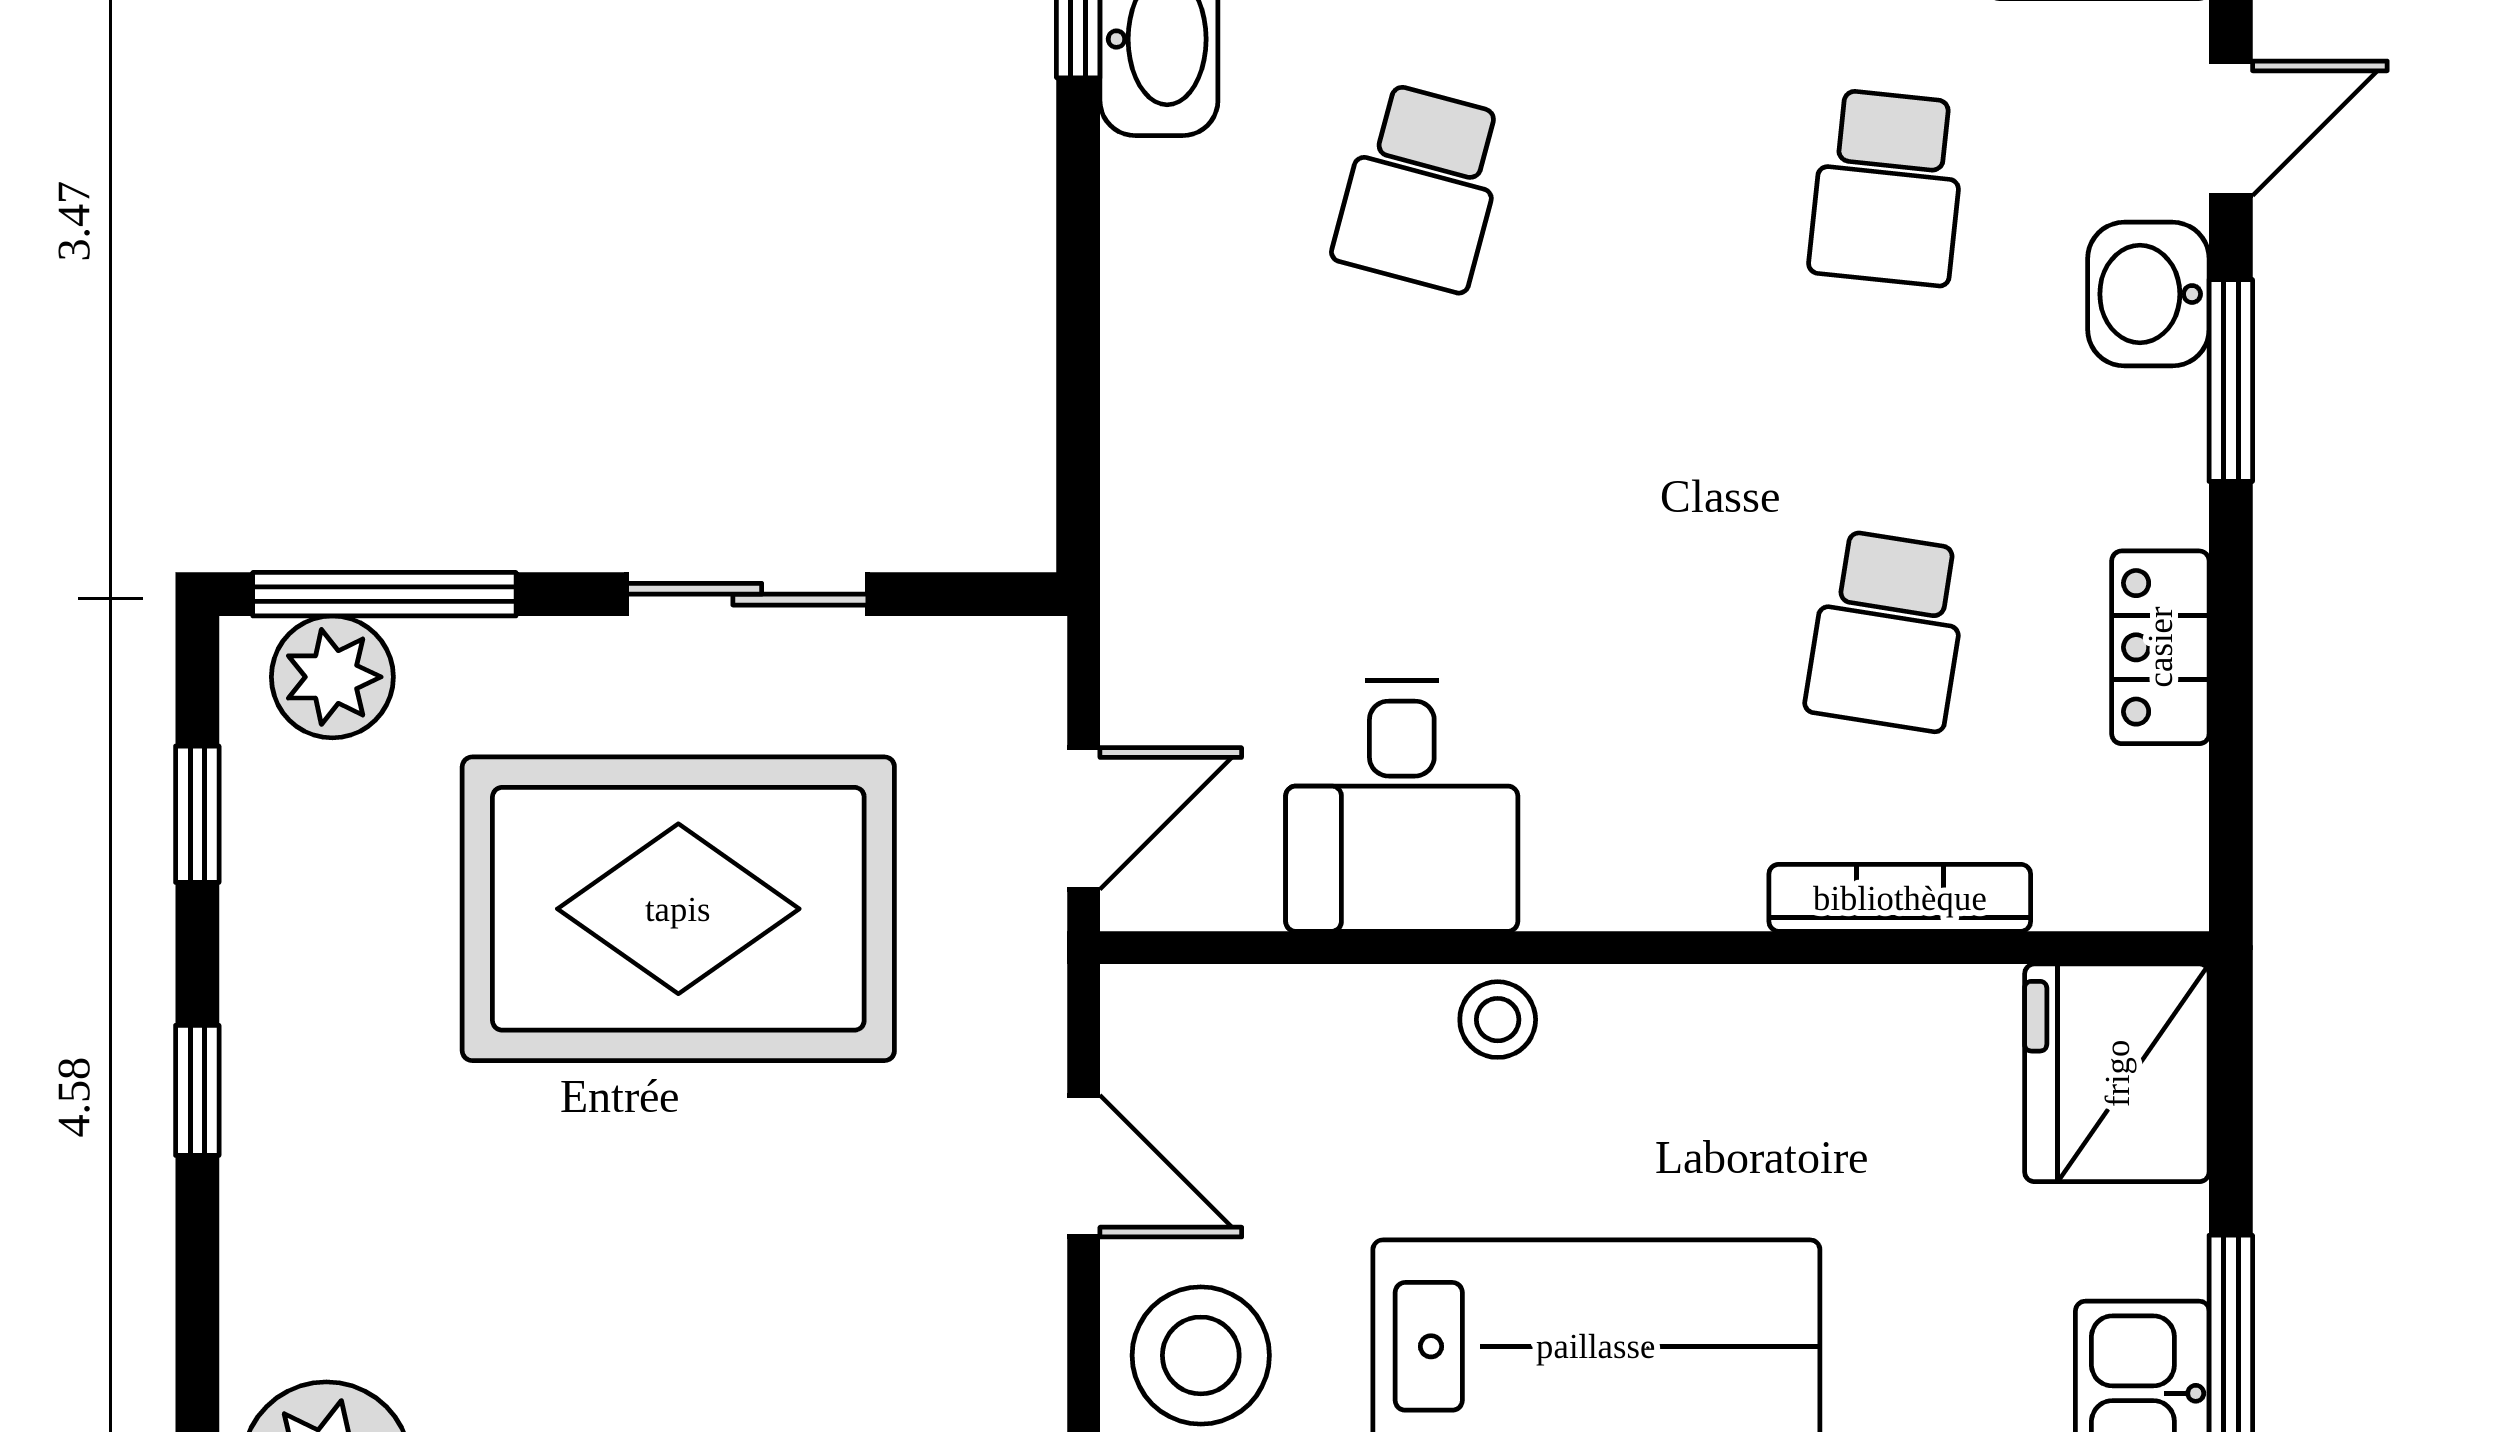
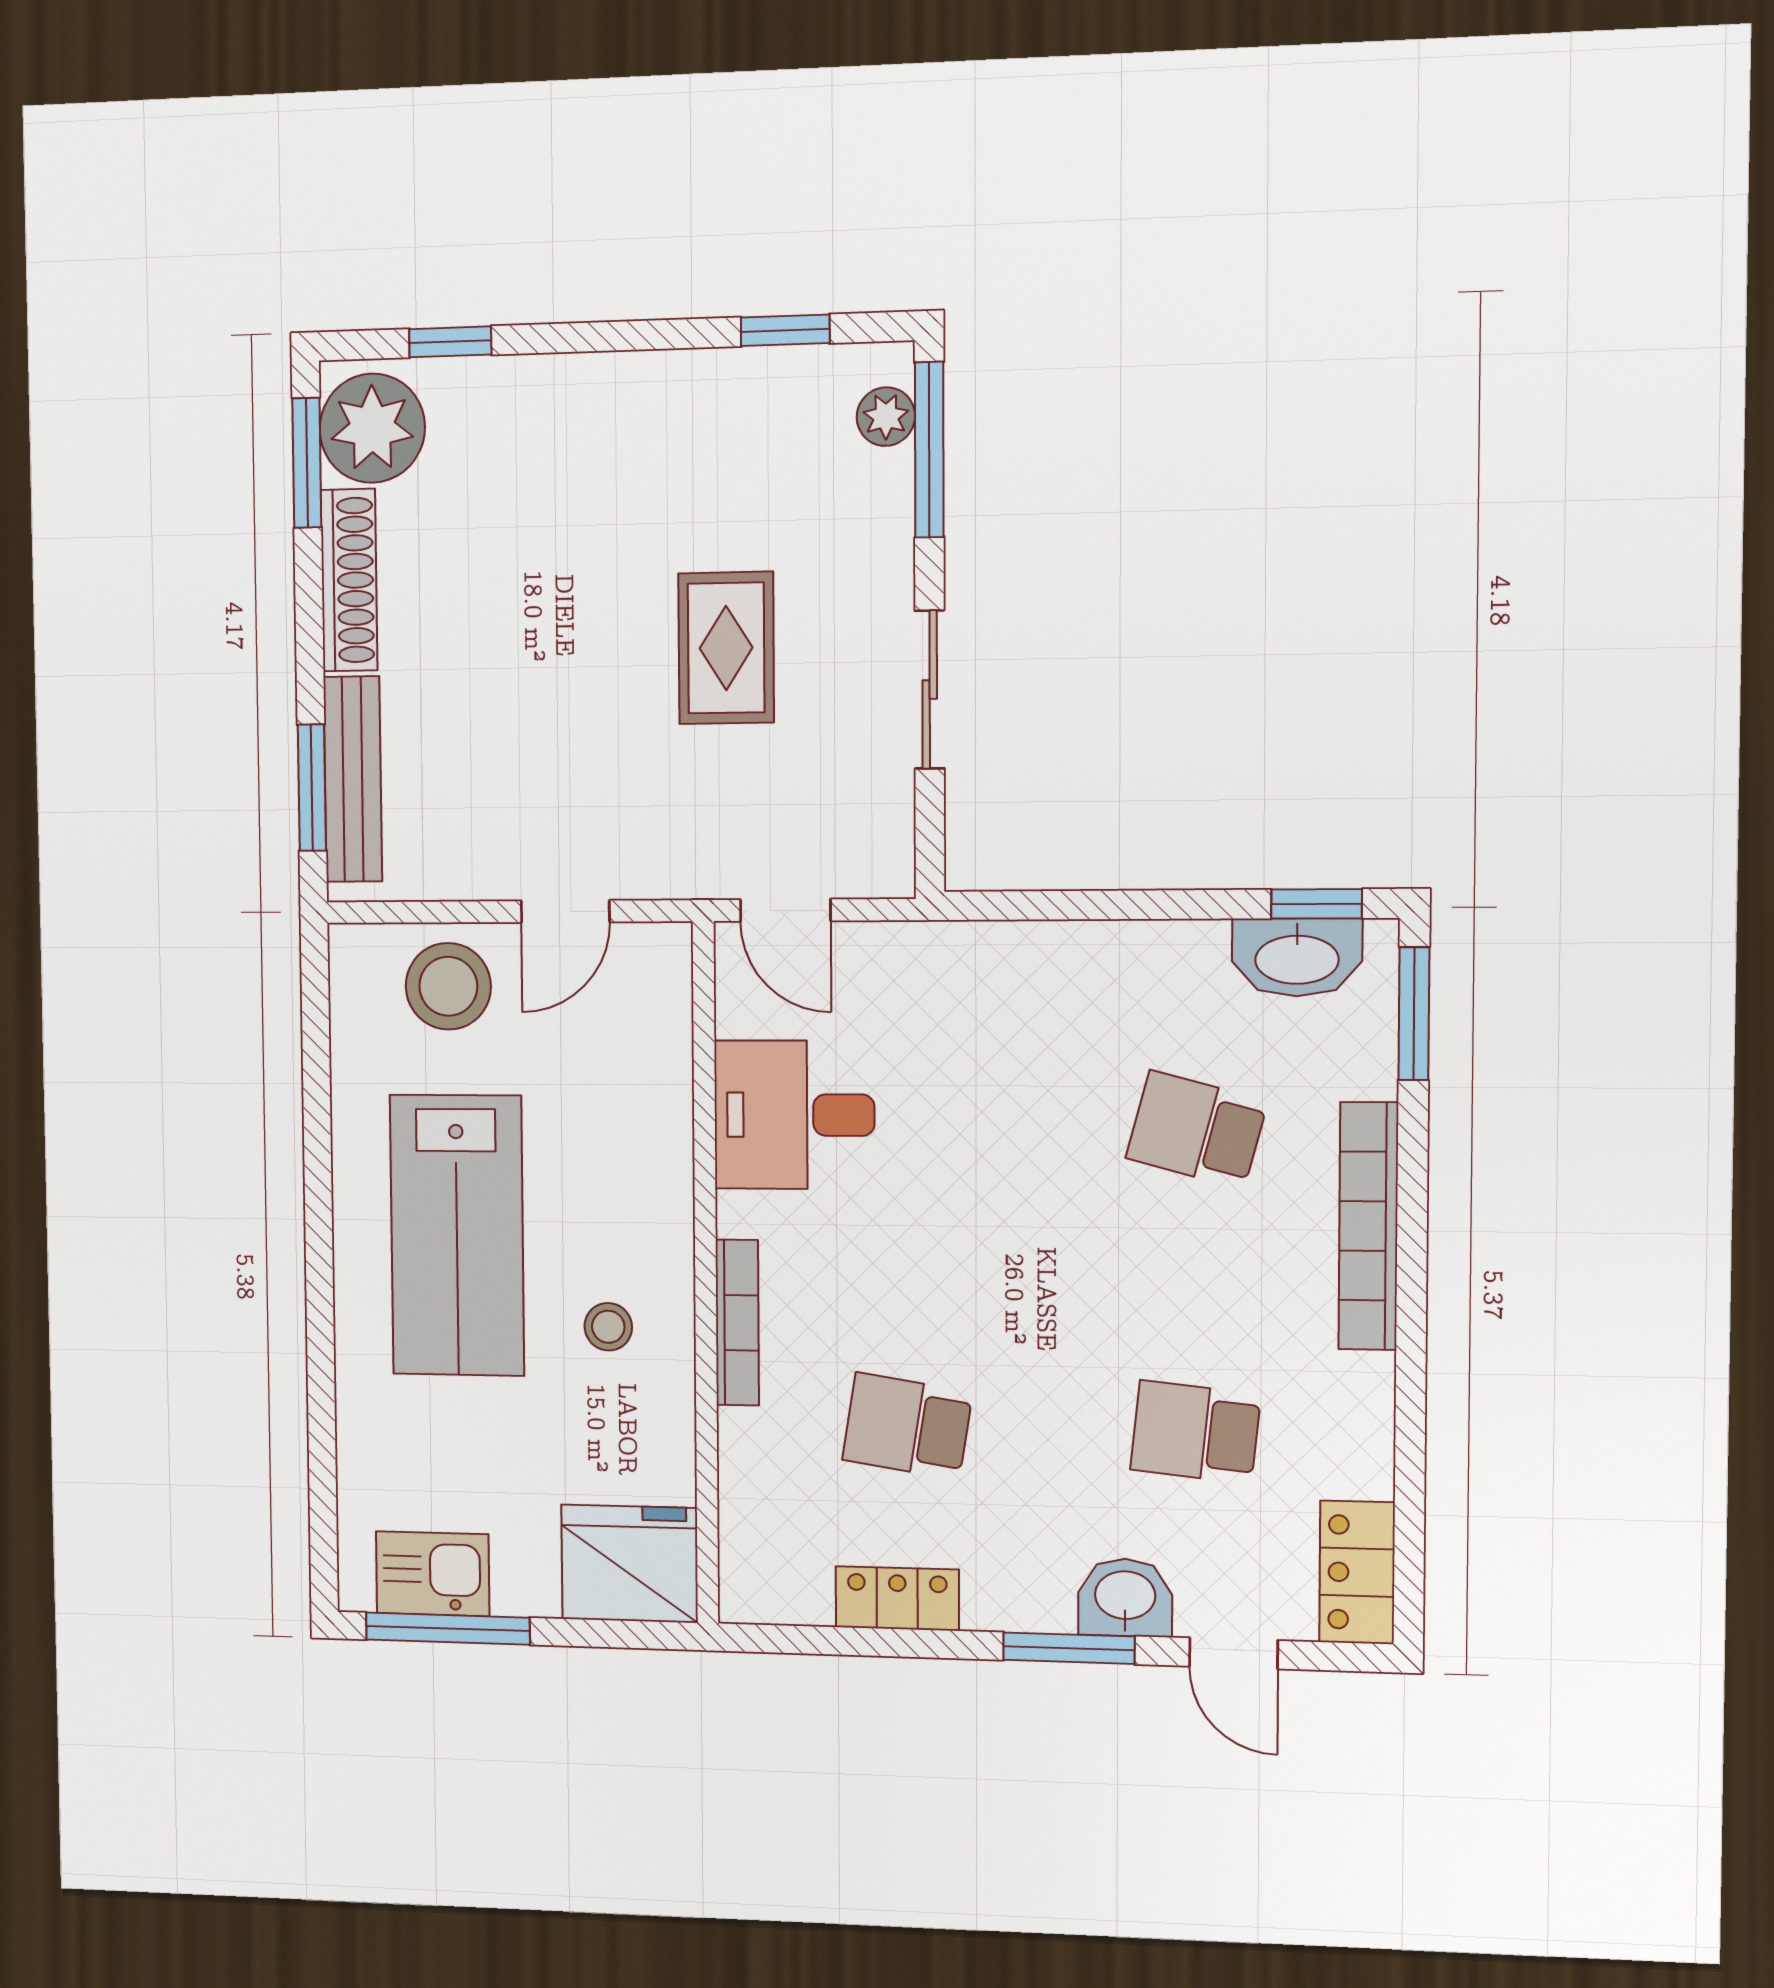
plant: (332, 677) -> (886, 417), width x0.73, depth x0.73
bookcase: (1900, 898) -> (737, 1323), moved
rug: (678, 909) -> (726, 648), width x0.54, depth x0.49
stool: (1498, 1020) -> (608, 1327), moved
window: (197, 1090) -> (450, 342), moved

